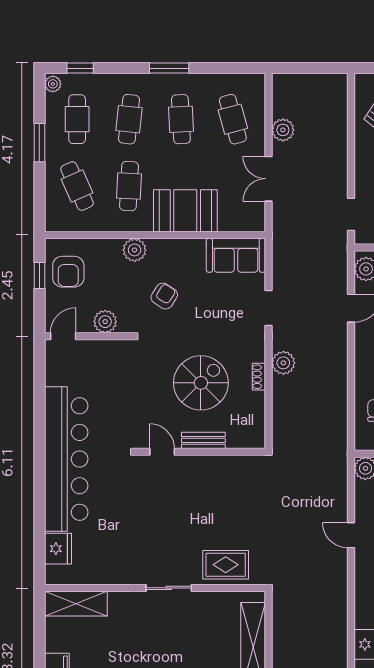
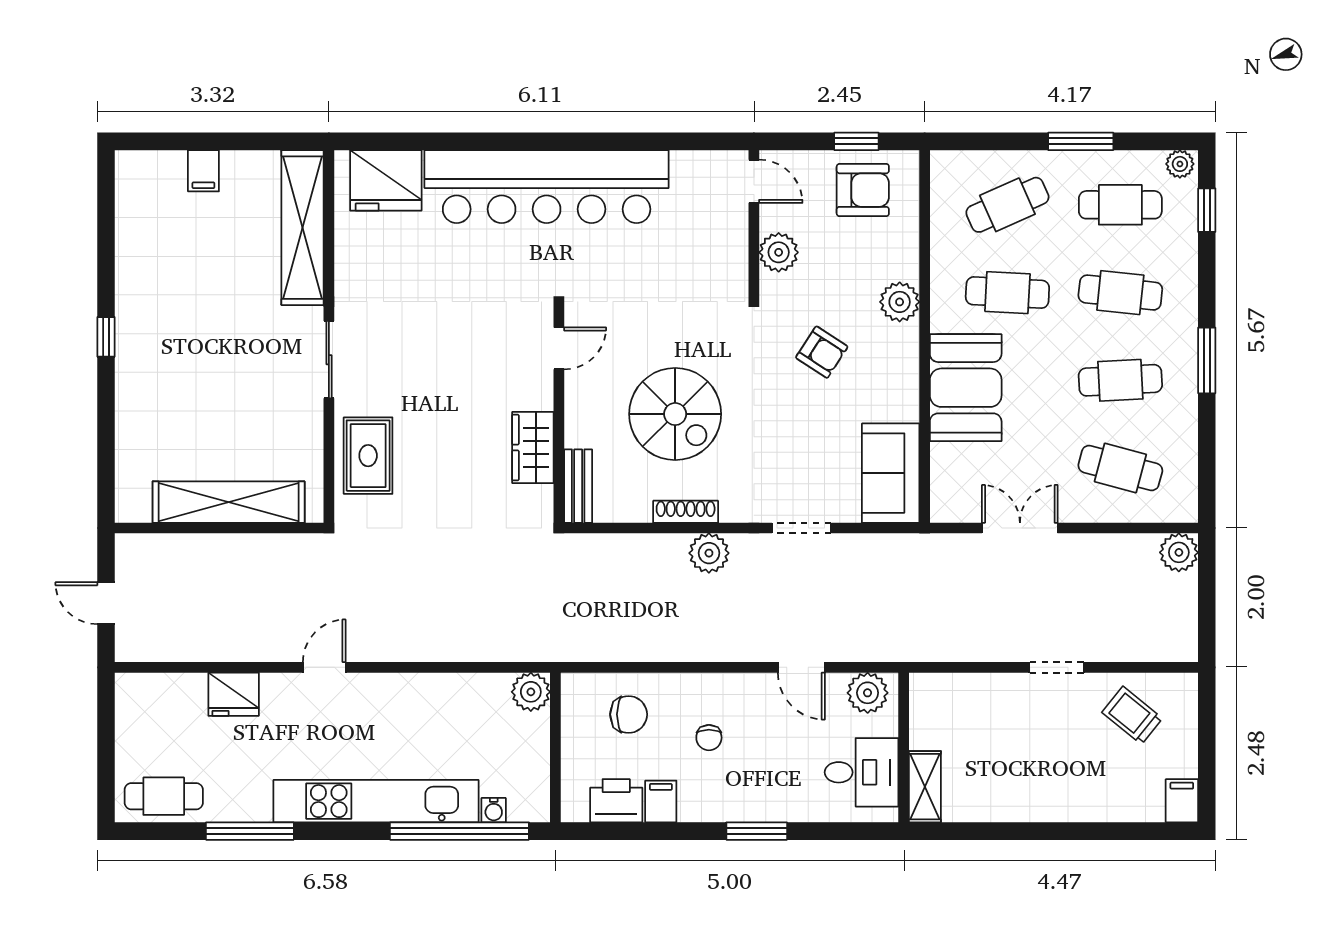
cafe table: (233, 119) -> (1120, 468), turned 30
plant: (283, 130) -> (1179, 552), moved
doorway: (351, 214) -> (1057, 667), moved
armchair: (68, 272) -> (863, 190), turned 180
shoe rack: (259, 377) -> (686, 512), width x1.43
bench: (203, 440) -> (578, 486), moved
wardrobe: (221, 467) -> (533, 447), added
door: (351, 535) -> (324, 667), moved
fridge: (58, 549) -> (386, 180), width x1.36, depth x1.34
shelving: (76, 604) -> (303, 228), width x1.47

